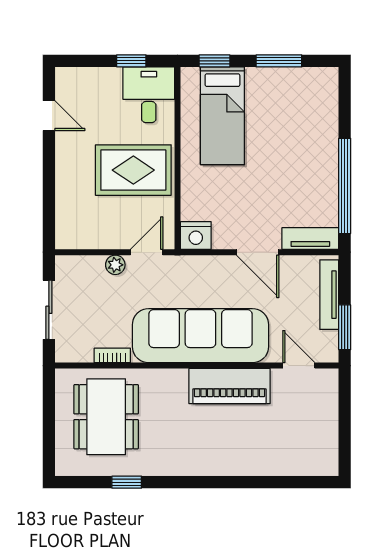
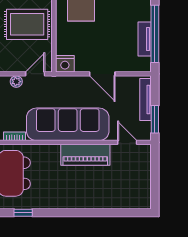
tv unit: (310, 238) -> (145, 39), moved, turned -90

